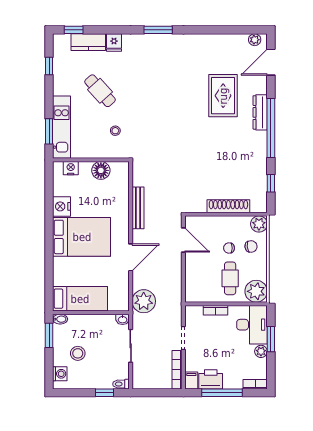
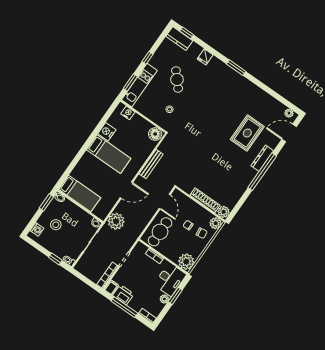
kitchen counter: (88, 42) -> (179, 38), moved
window: (49, 66) -> (147, 58), moved
floor lamp: (101, 170) -> (155, 134), moved
window: (271, 183) -> (239, 204), removed
plant: (259, 205) -> (224, 212), added
bed: (82, 237) -> (109, 154), width x0.67
cafe table: (230, 278) -> (160, 232), moved, width x1.37, depth x1.35

